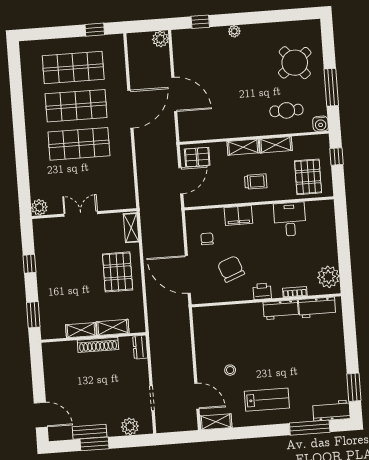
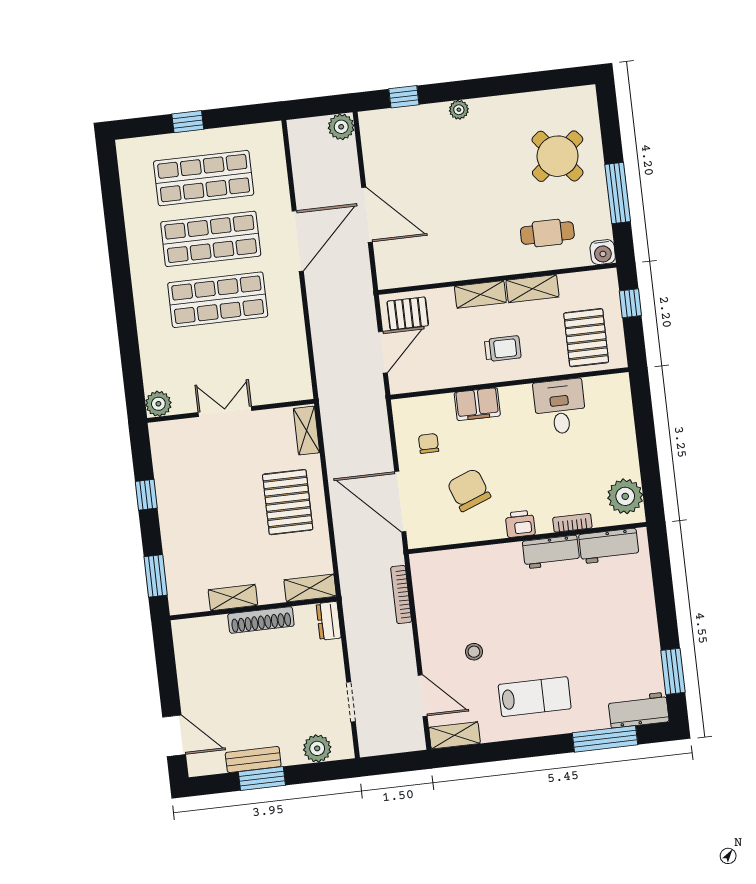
window: (95, 30) -> (188, 122), moved
shelving: (113, 327) -> (310, 588), moved
bookcase: (186, 332) -> (401, 595), added

